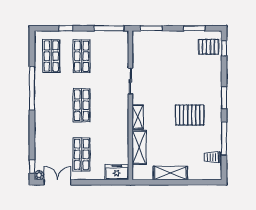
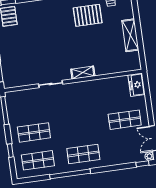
shop shelf: (82, 105) -> (83, 154), moved
pallet: (190, 115) -> (88, 15), moved, turned 90
shelving: (139, 147) -> (111, 67), removed

